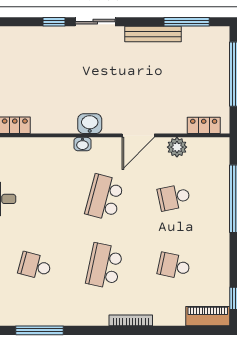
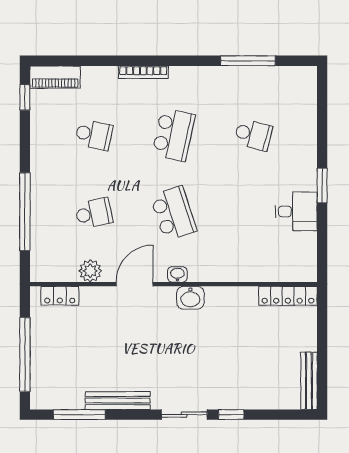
washbasin: (82, 144) -> (177, 274), moved
school desk: (104, 197) -> (173, 213), turned -33

